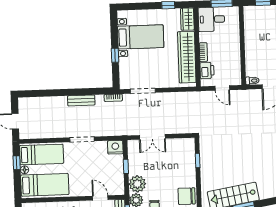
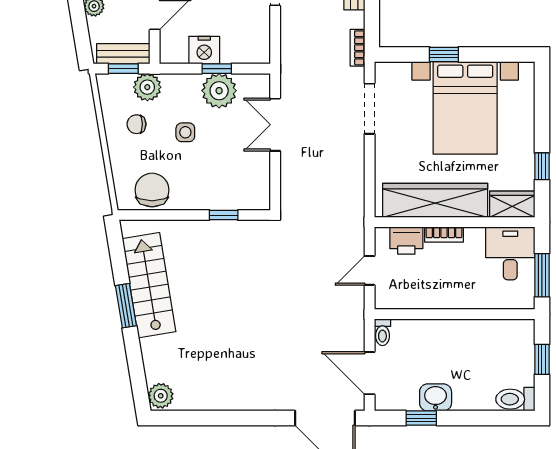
bed with nightstands: (141, 37) -> (465, 108), width x1.36
nightstand: (115, 147) -> (204, 50), moved, turned 90
side table: (158, 181) -> (185, 132), added
plant: (137, 184) -> (219, 91), moved

